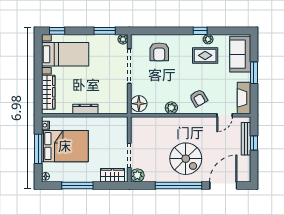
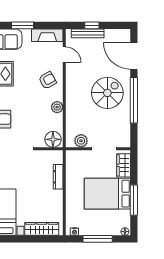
dresser: (85, 109) -> (58, 177), moved
bed: (65, 146) -> (107, 194), moved, turned -90
plant: (137, 175) -> (81, 141), moved

